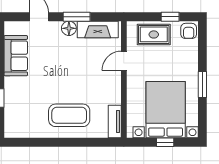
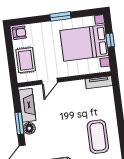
window: (170, 17) -> (10, 49), removed
door: (124, 61) -> (50, 81), hinge flipped
coffee table: (69, 115) -> (98, 137), moved

